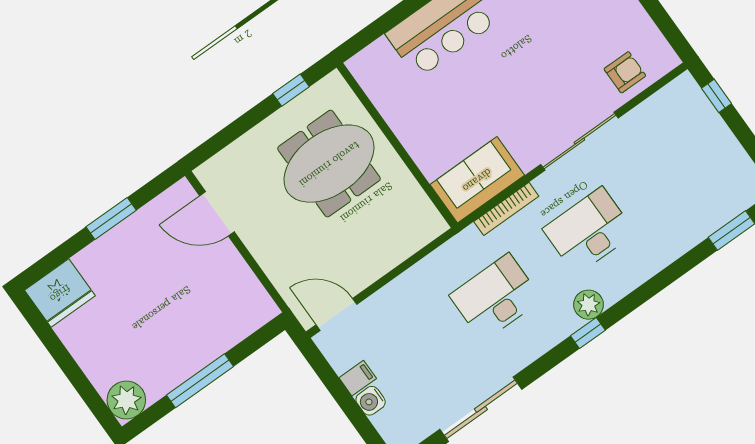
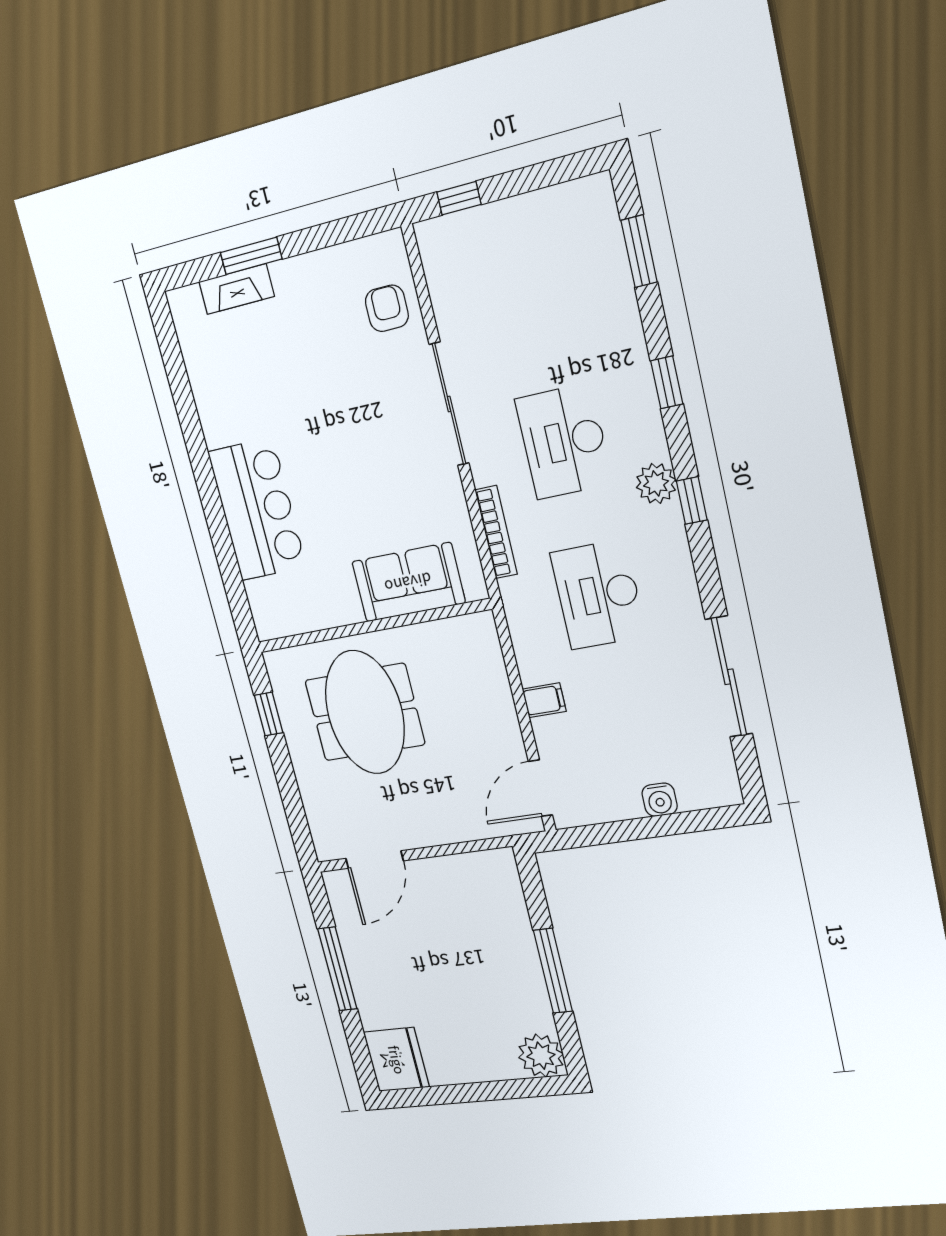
sofa: (477, 180) -> (408, 582), moved, turned 90
window: (111, 218) -> (337, 969), width x1.44
window: (657, 284) -> (667, 382), added
filing cabinet: (358, 378) -> (544, 700), moved, turned 90

